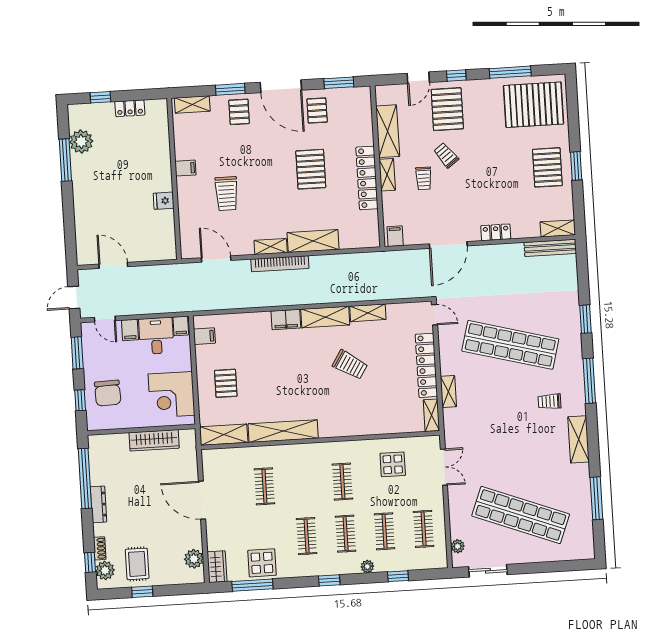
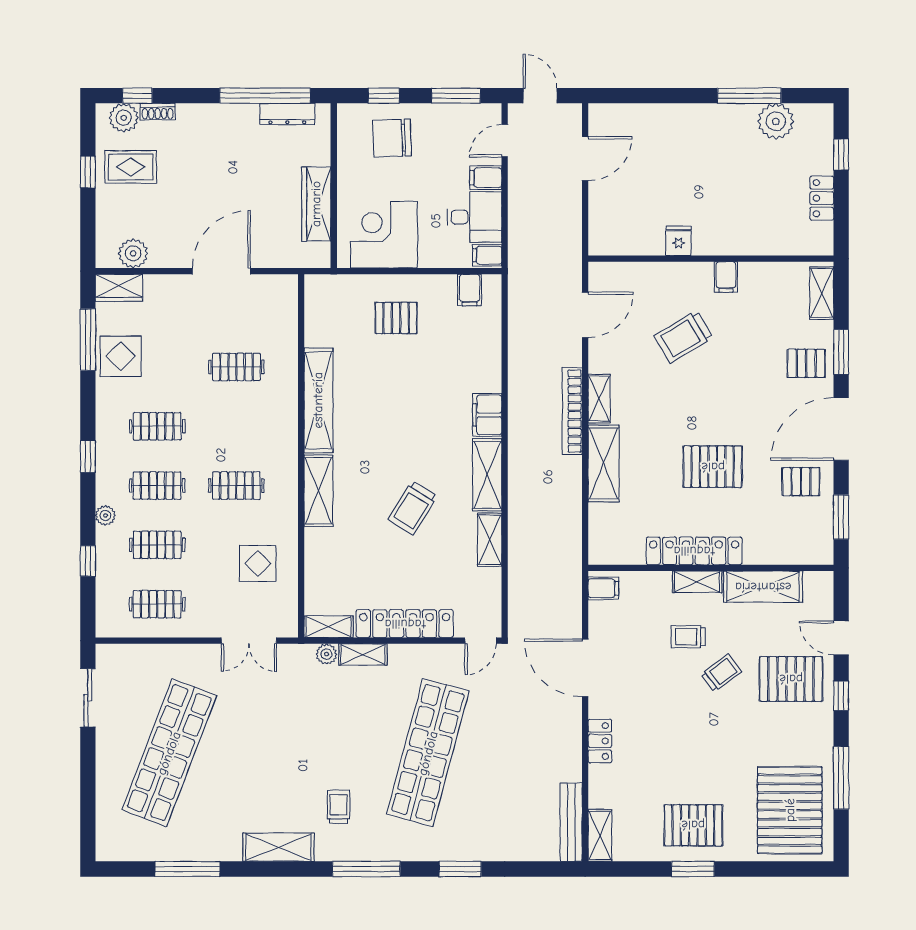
trolley: (227, 194) -> (684, 337), turned -31
shelving: (224, 435) -> (318, 491), moved
dresser: (99, 504) -> (287, 114), moved
plant: (458, 546) -> (326, 654), moved

